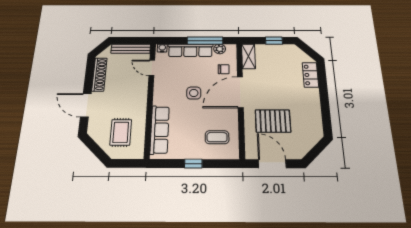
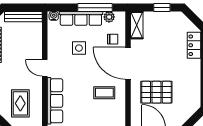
door: (152, 68) -> (45, 68), moved
door: (240, 92) -> (128, 63), hinge flipped
side table: (194, 93) -> (79, 48), moved
coffee table: (217, 137) -> (104, 93), moved

